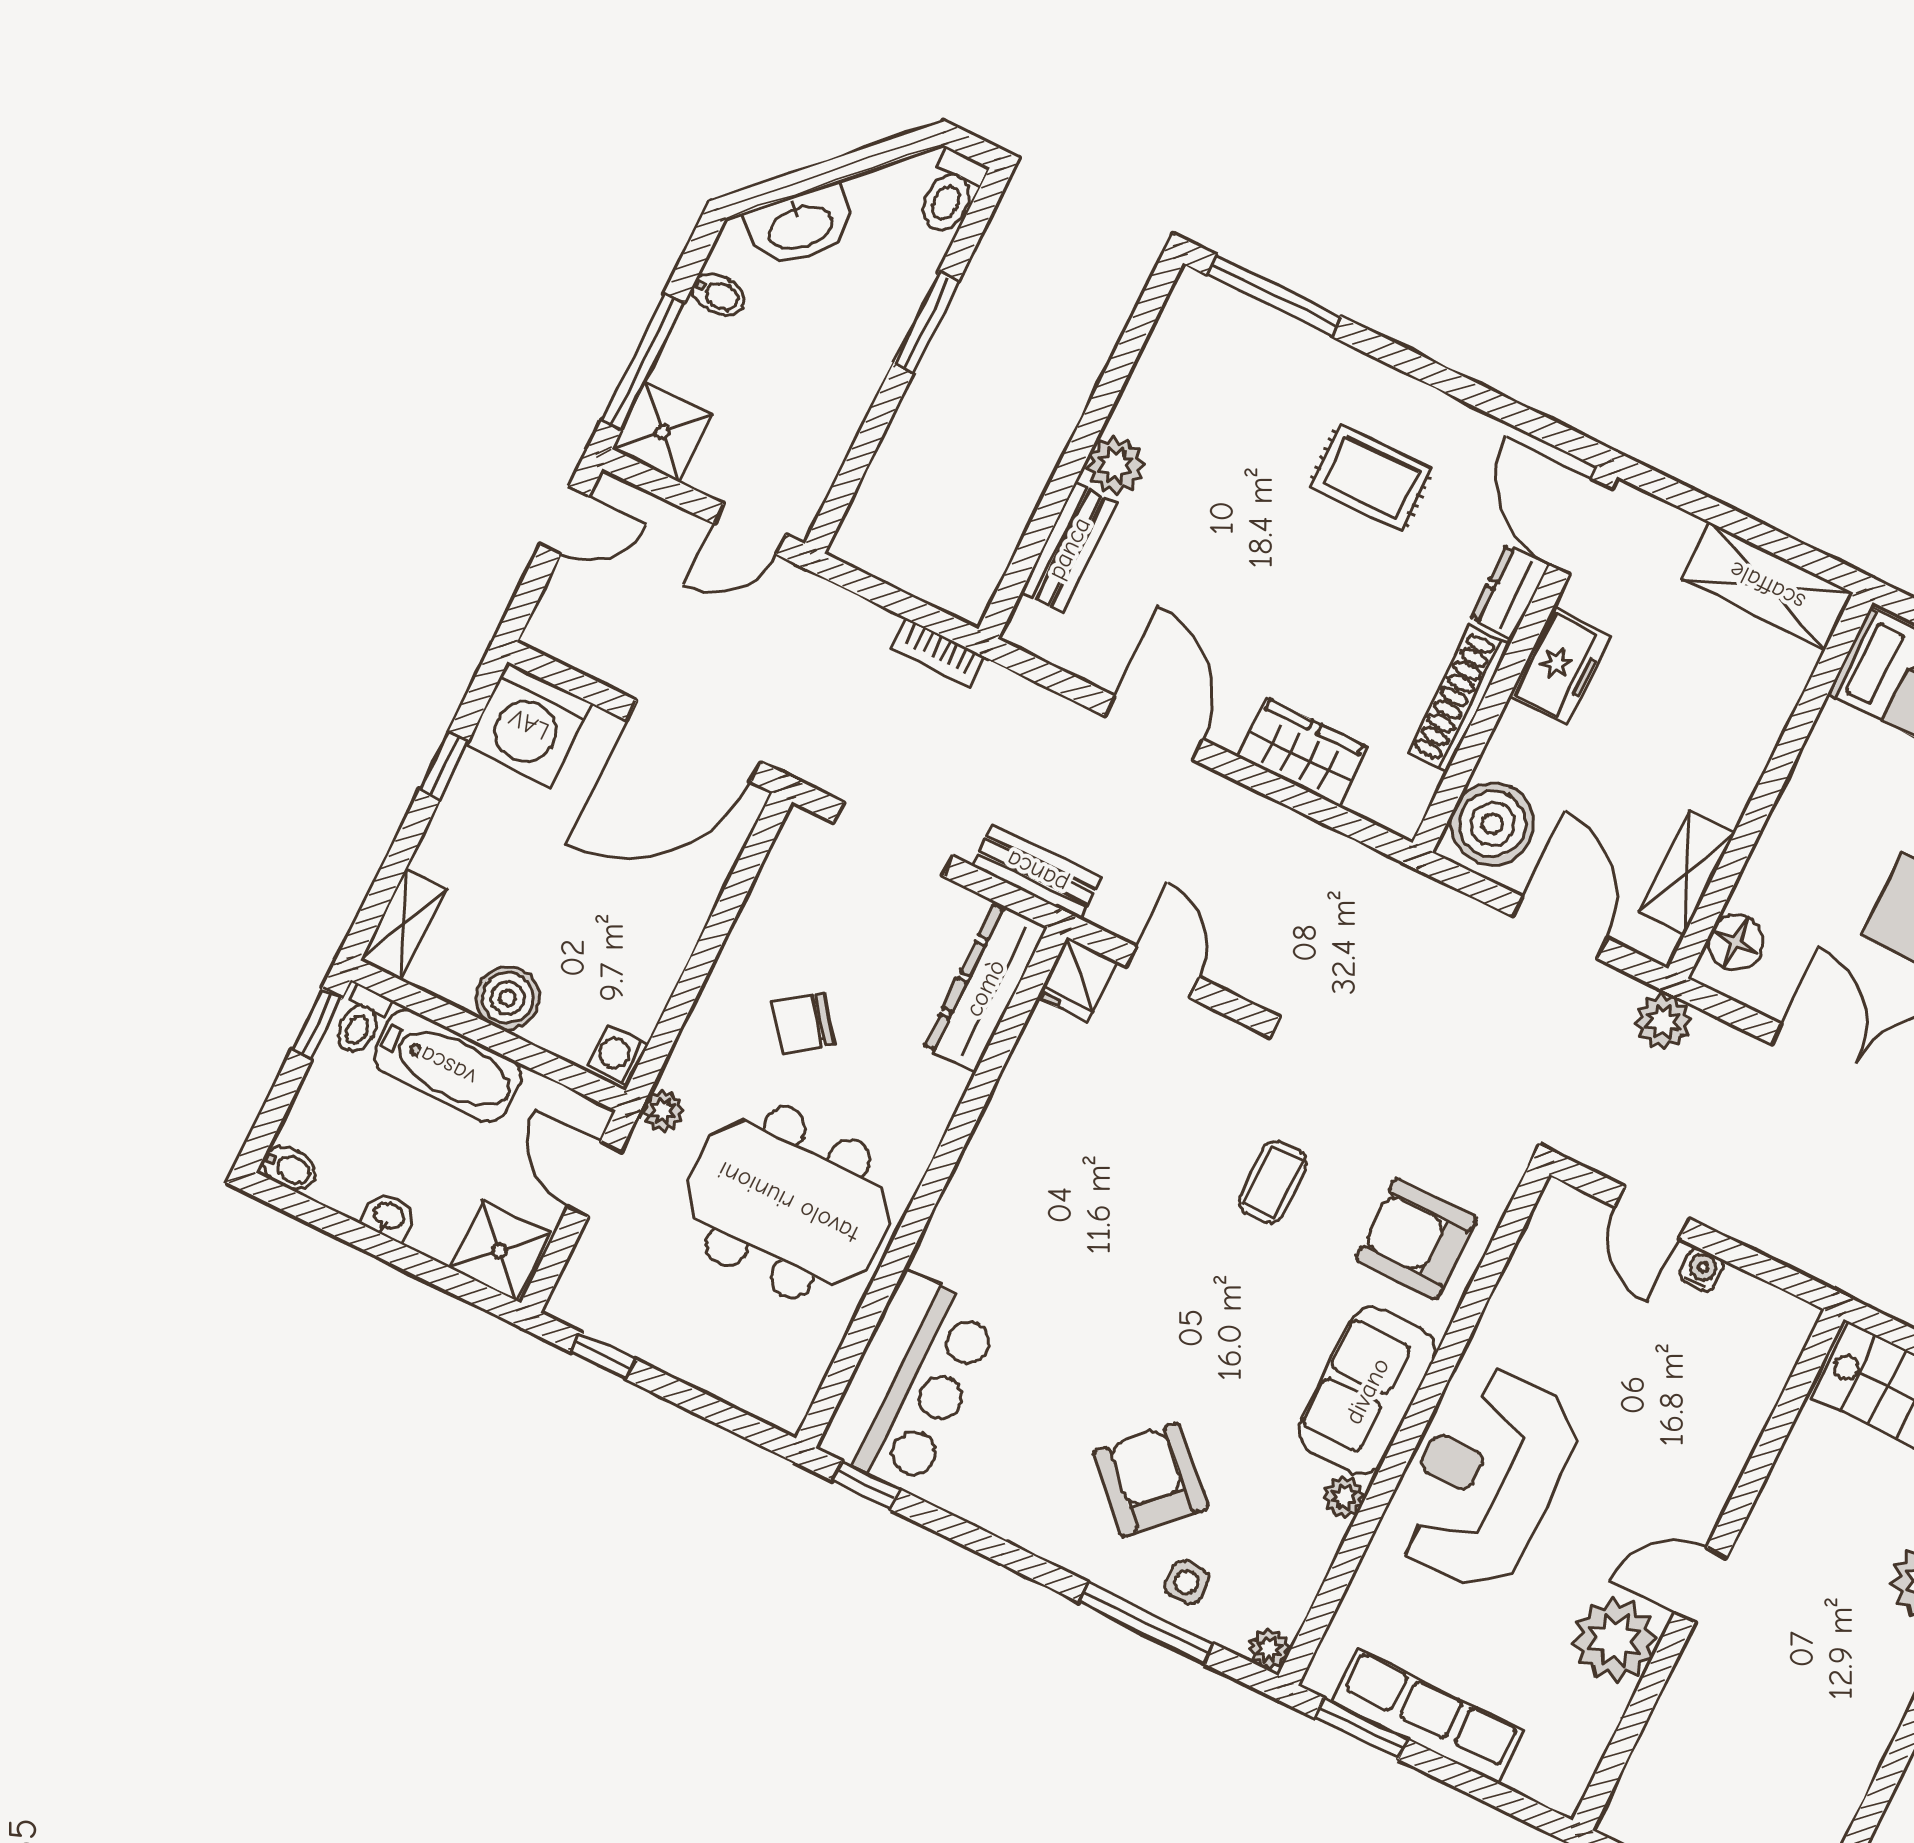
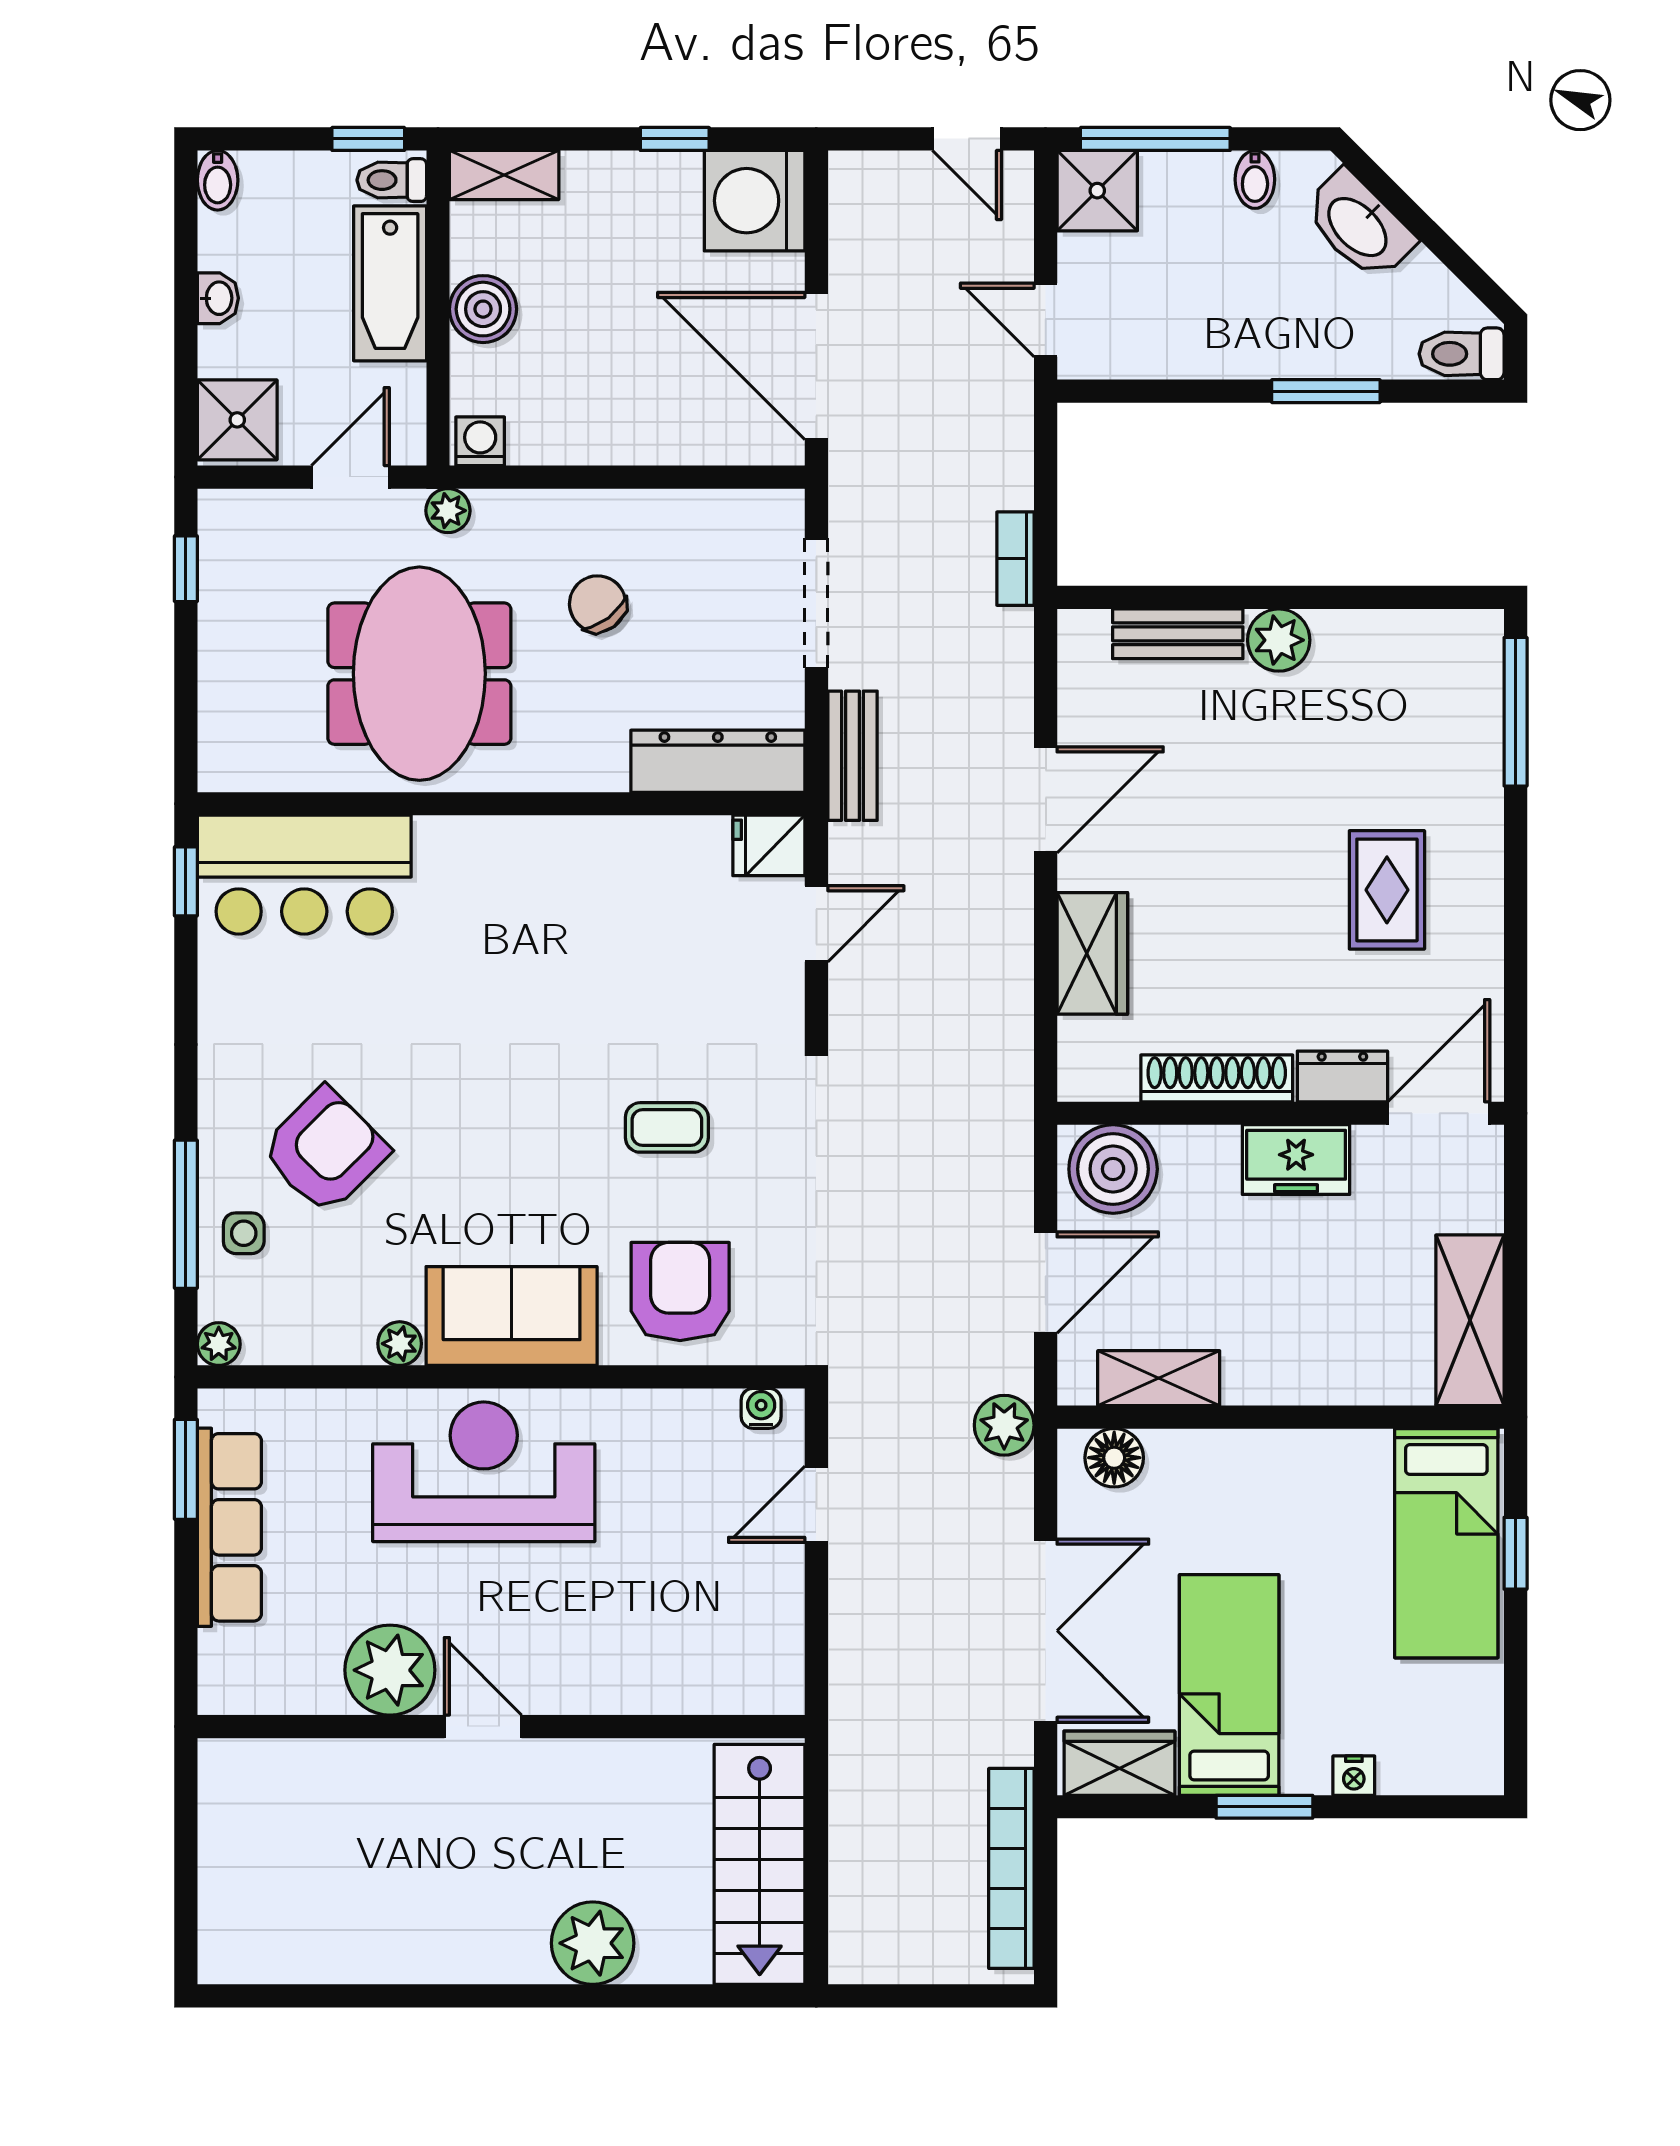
water cooler: (1702, 1270) -> (761, 1408), moved, turned -90

